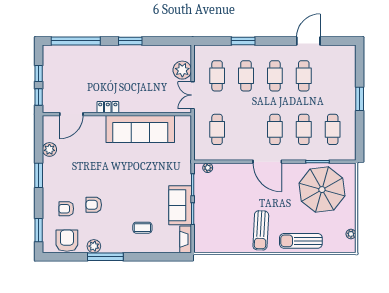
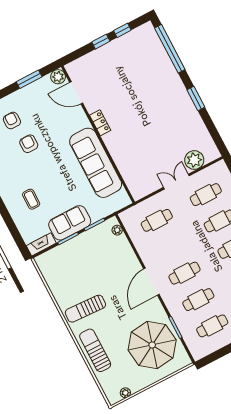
locker: (108, 107) -> (100, 123), moved
door: (71, 114) -> (76, 93), moved
wall: (117, 114) -> (98, 134), moved
sofa: (140, 129) -> (96, 163), moved

